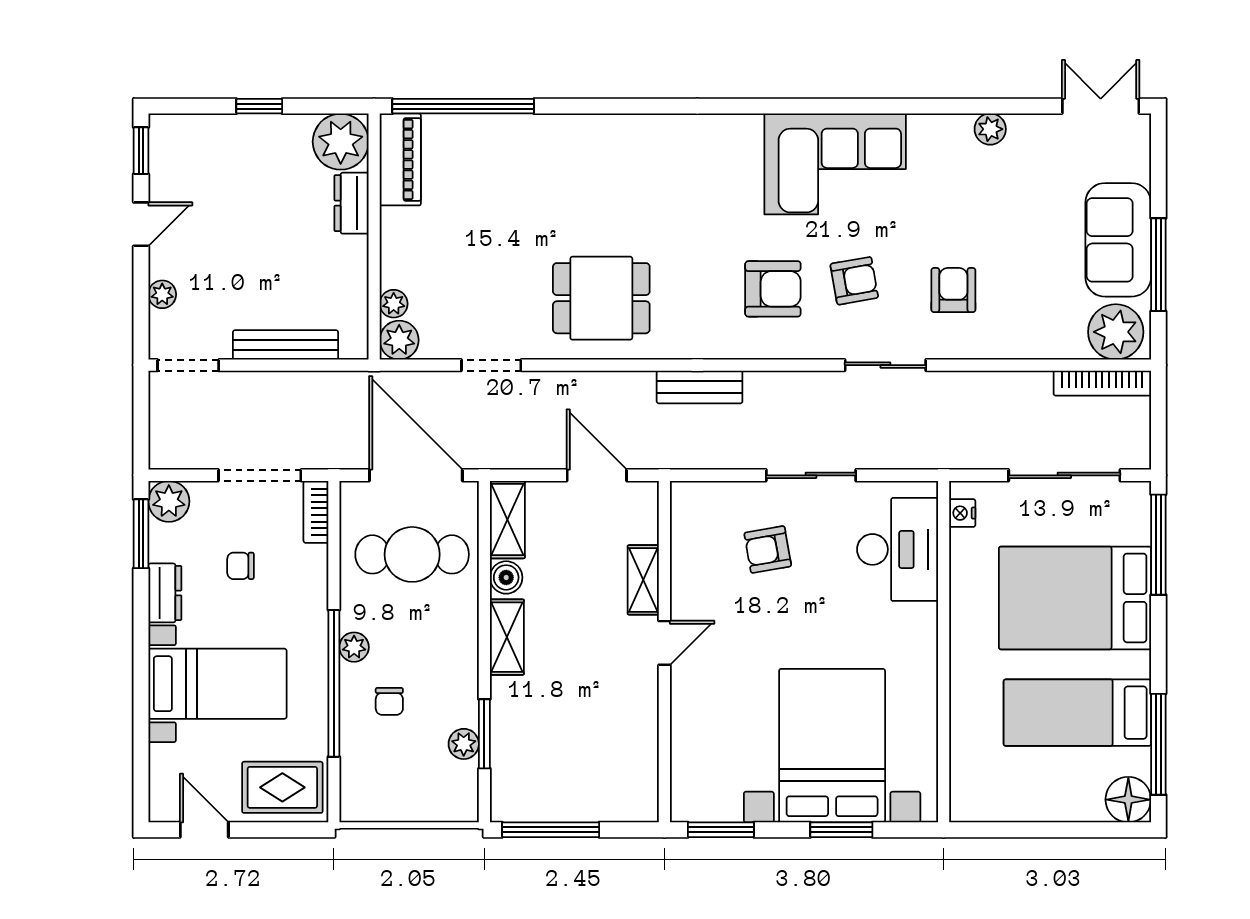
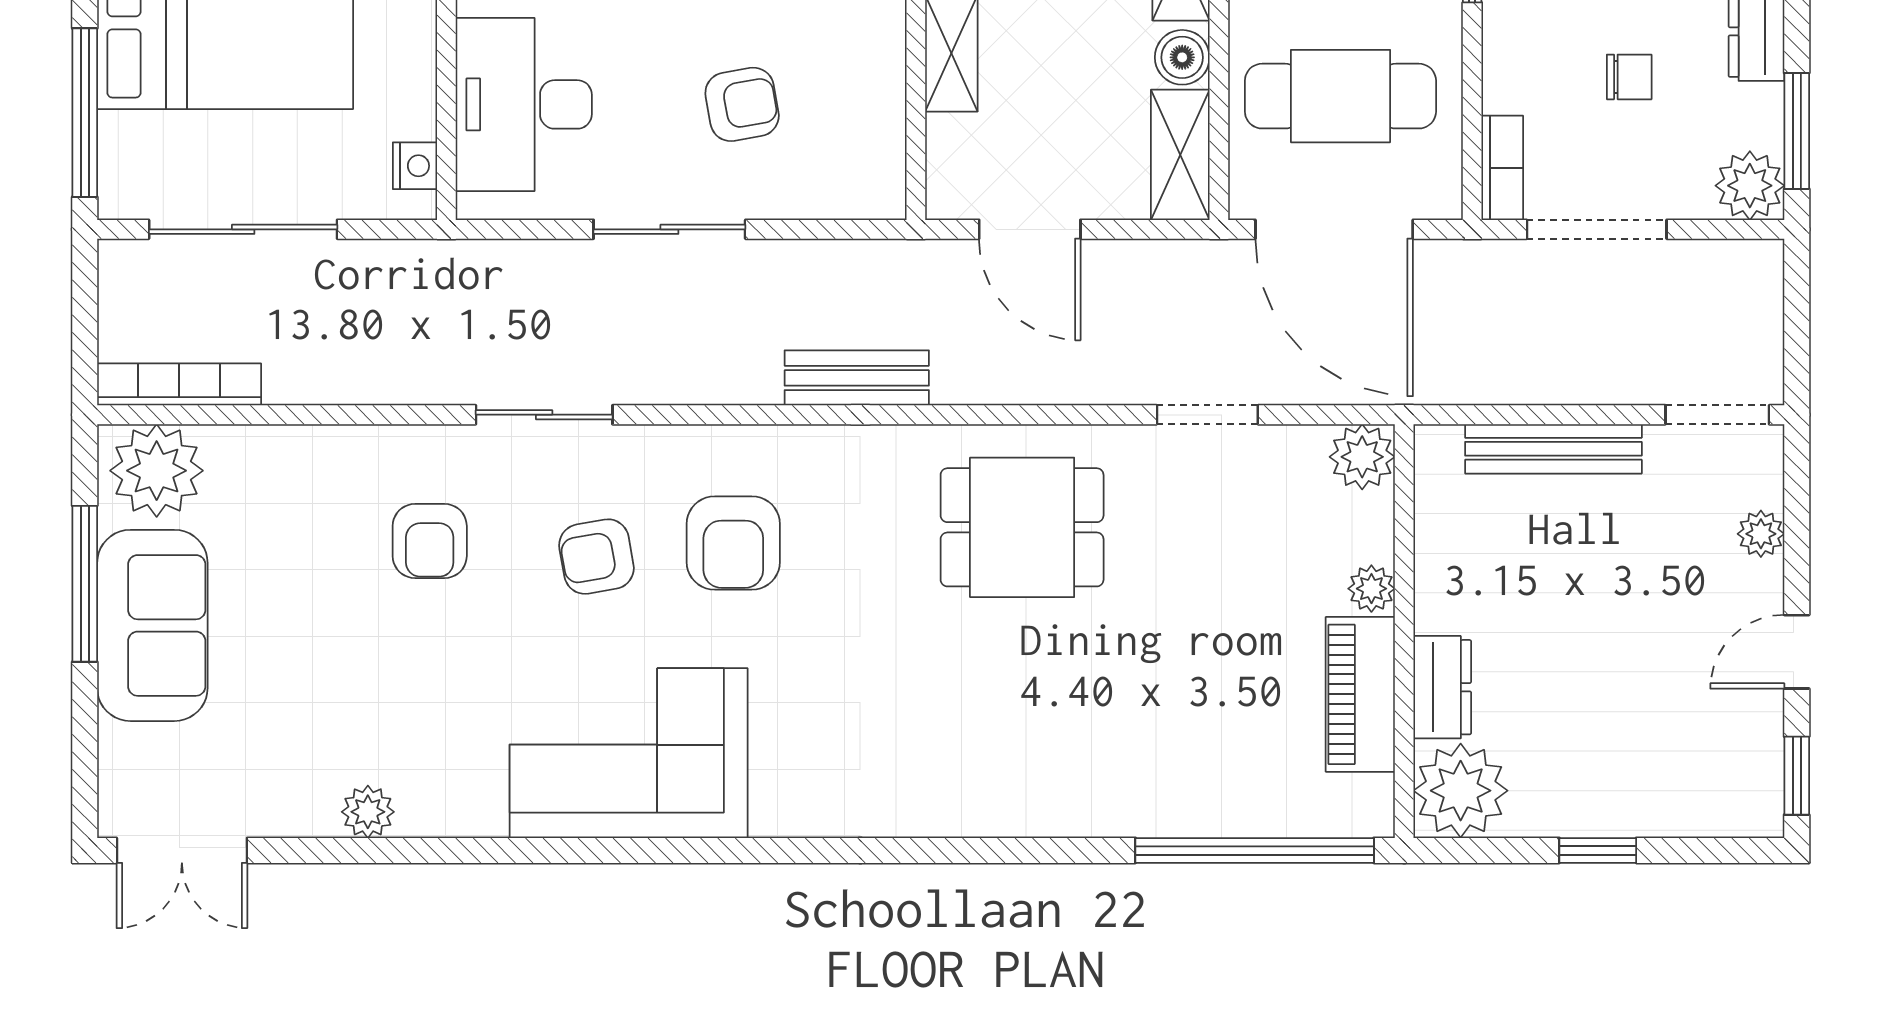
piano: (400, 159) -> (1360, 694), moved
armchair: (773, 289) -> (733, 543), turned -90
plant: (394, 304) -> (1371, 589), moved

